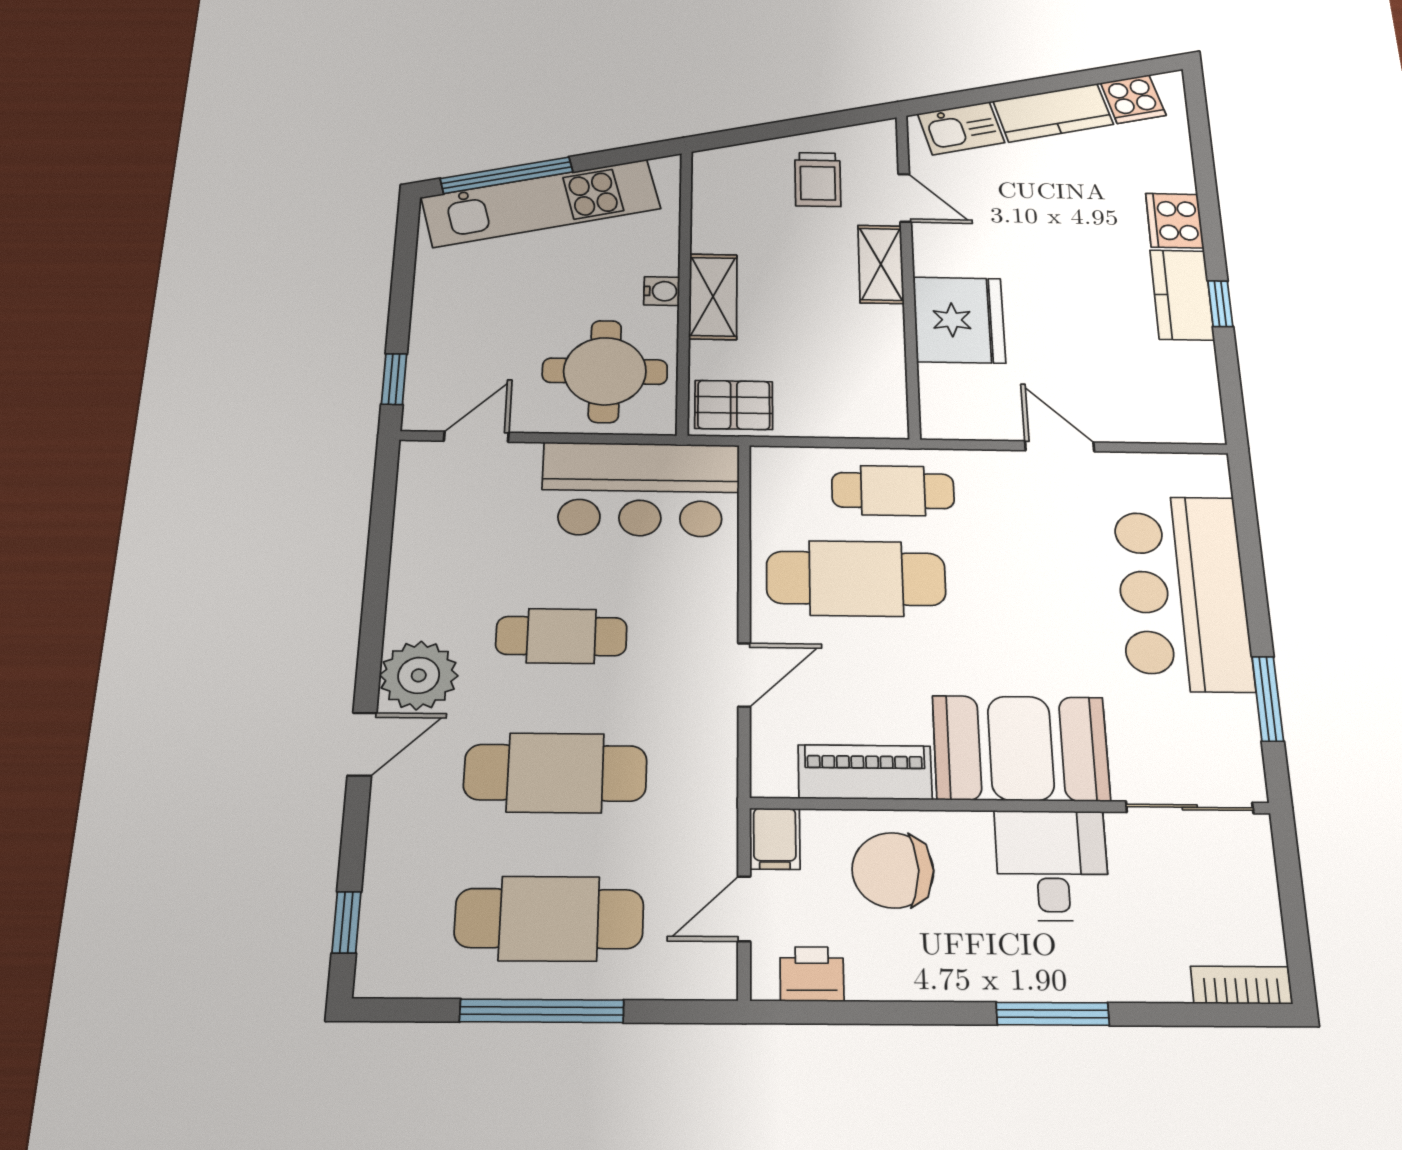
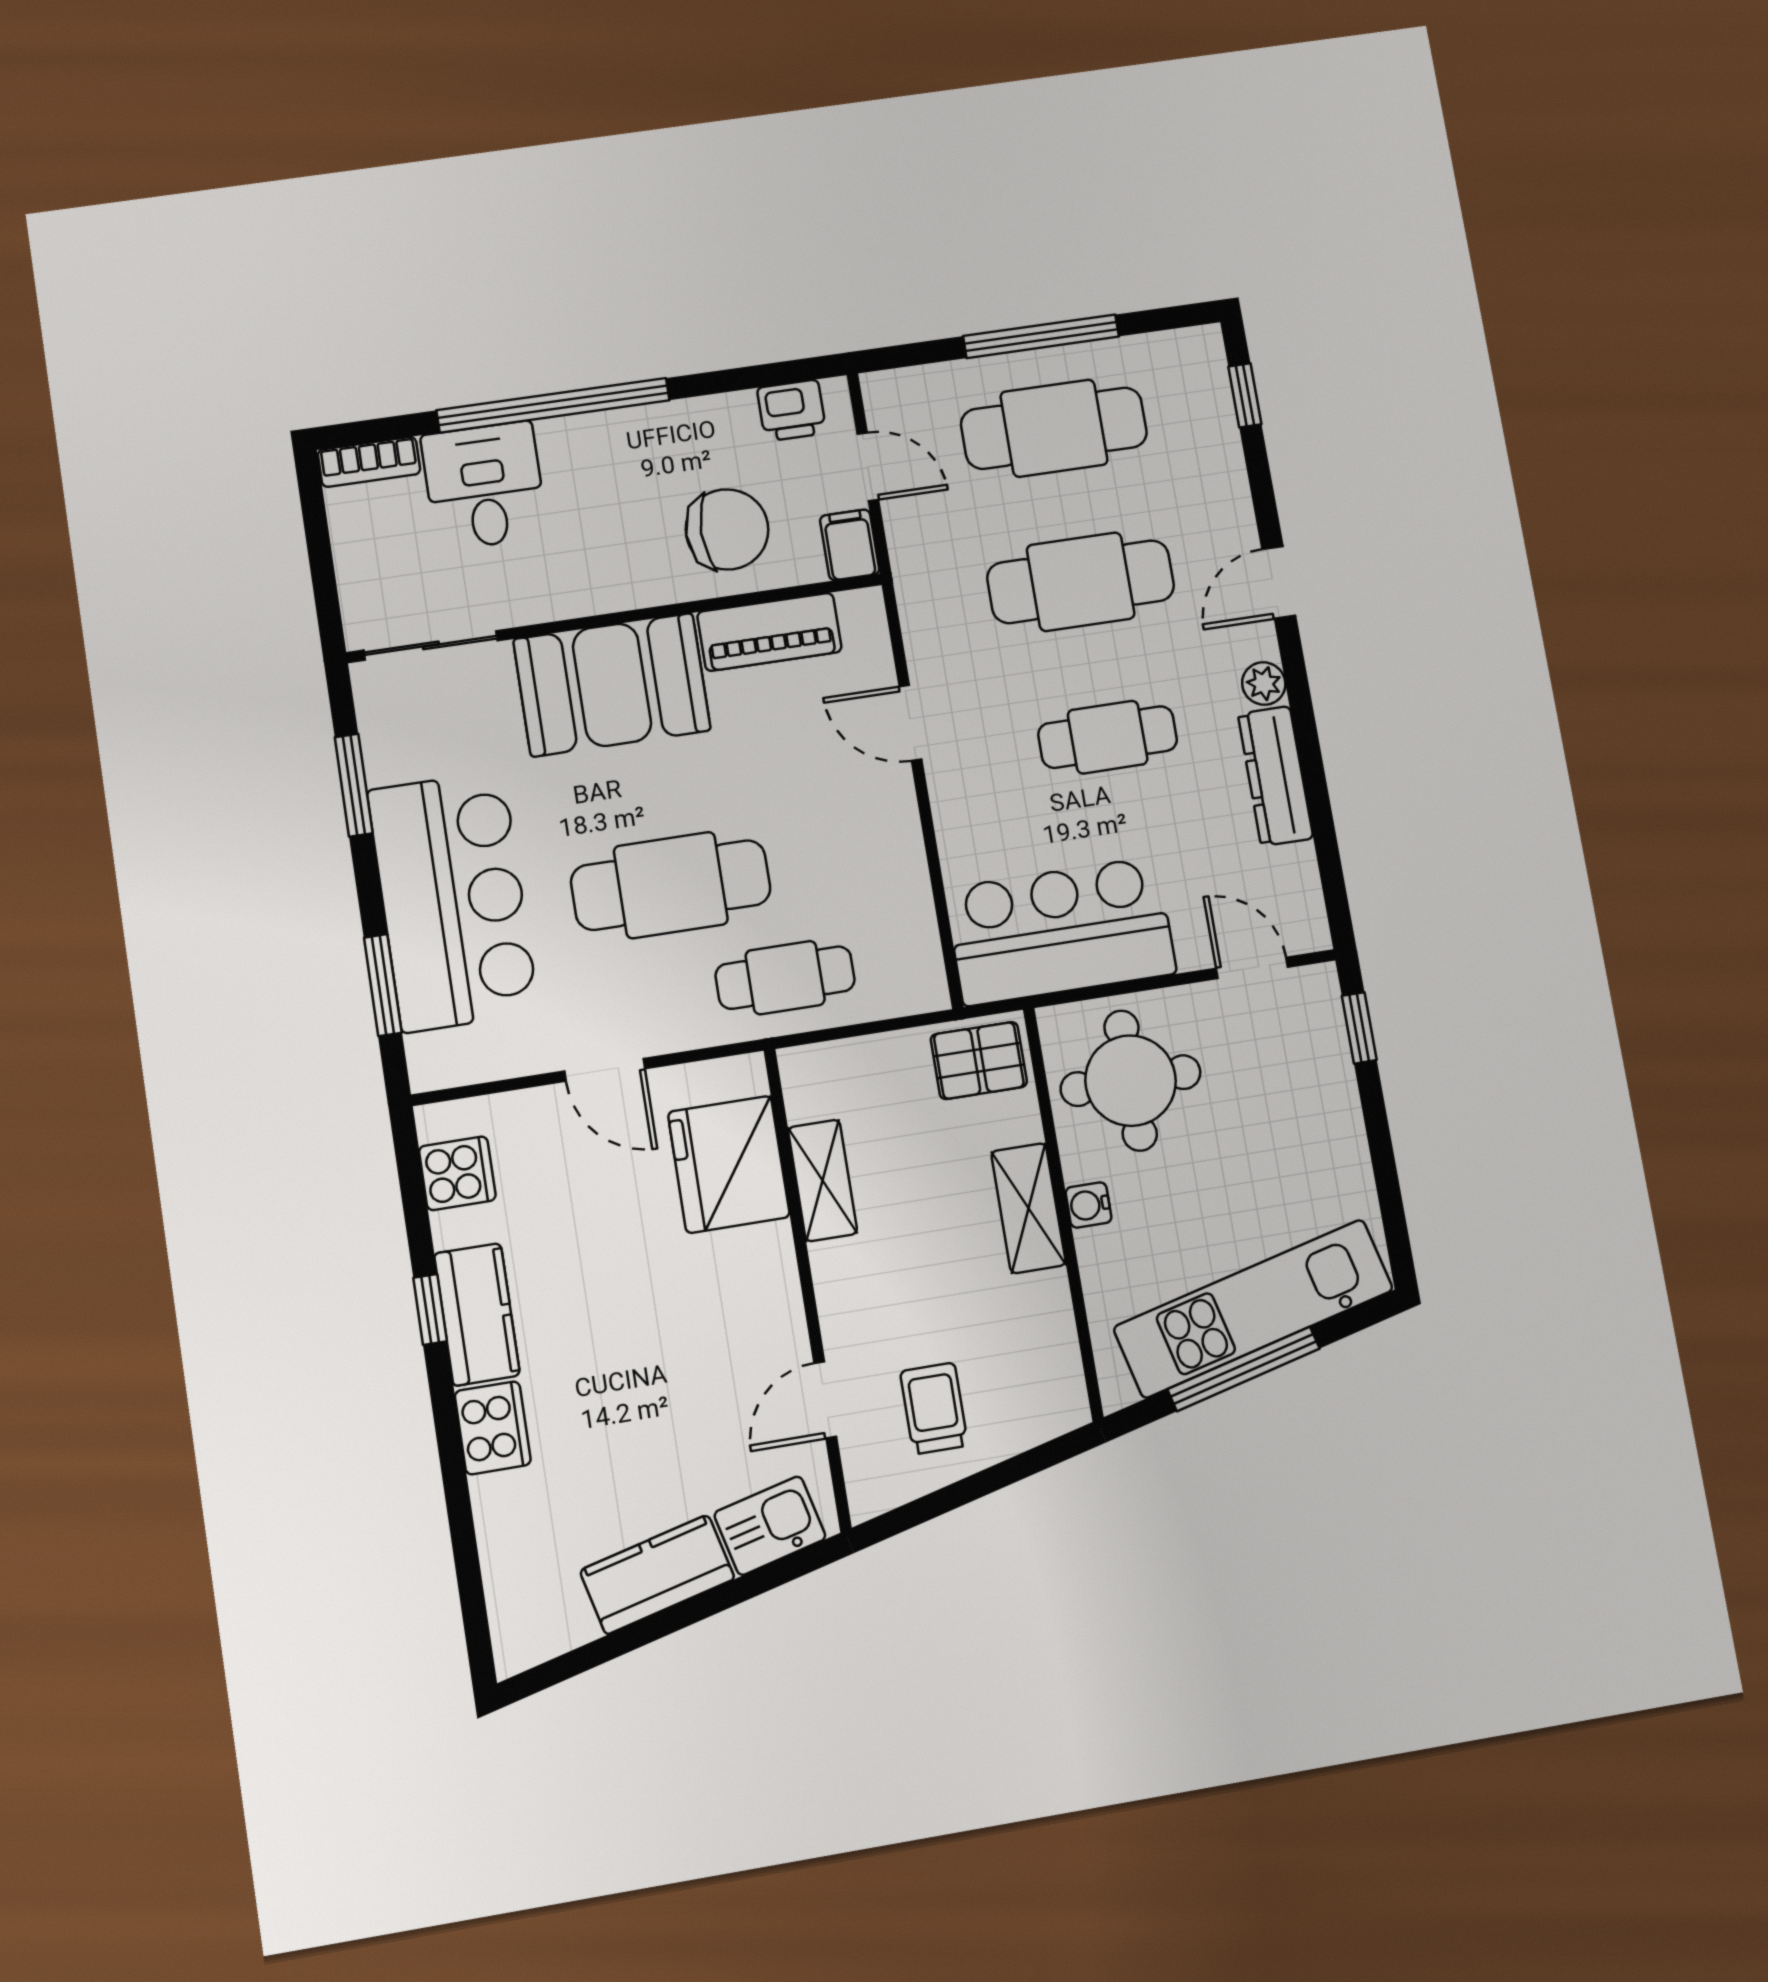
cooker: (1133, 99) -> (457, 1173), moved, turned 104
window: (507, 175) -> (1244, 1369), moved
door: (905, 198) -> (825, 1400), hinge flipped
shelving: (881, 264) -> (823, 1180), moved
fridge: (959, 320) -> (729, 1164), moved
door: (476, 437) -> (1252, 968), swing flipped
window: (1248, 537) -> (383, 985), added
cafe table: (856, 578) -> (671, 885), moved
dresser: (412, 581) -> (1275, 776), added
plant: (419, 675) -> (1264, 683), width x0.53, depth x0.53
door: (744, 675) -> (910, 723), hinge flipped
desk: (1052, 865) -> (484, 486), moved, turned 180
door: (744, 909) -> (868, 467), hinge flipped
window: (1053, 1014) -> (553, 405), width x2.11

